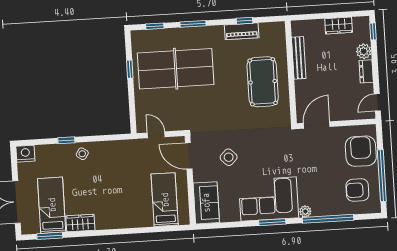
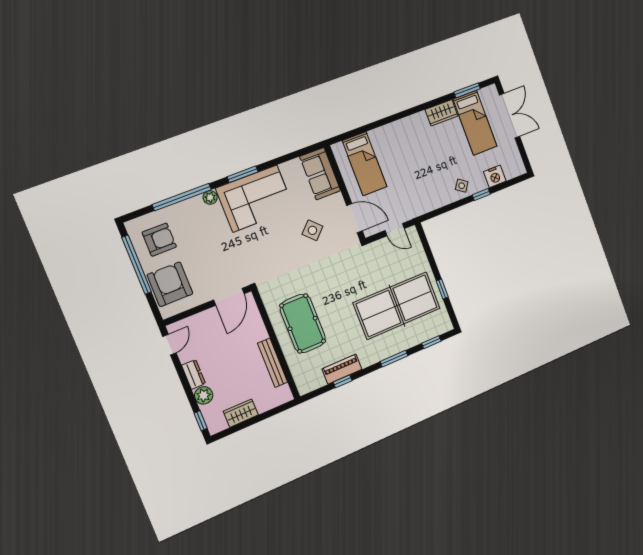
armchair: (361, 151) -> (170, 284), turned 180
nightstand: (25, 154) -> (495, 176), moved

